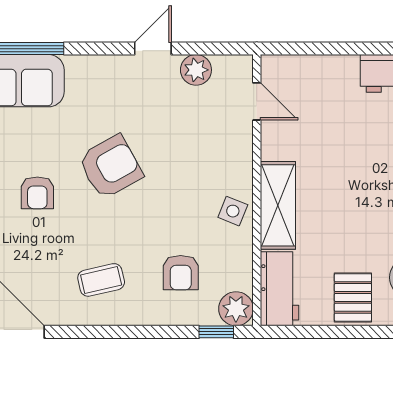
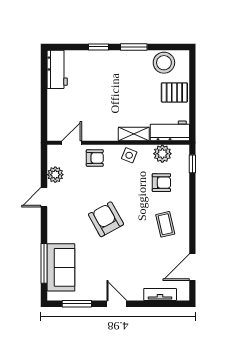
door: (153, 49) -> (44, 197), hinge flipped
armchair: (37, 193) -> (95, 158), moved
shelving: (278, 205) -> (134, 134), width x0.67, depth x0.75
plant: (236, 309) -> (162, 154), moved

